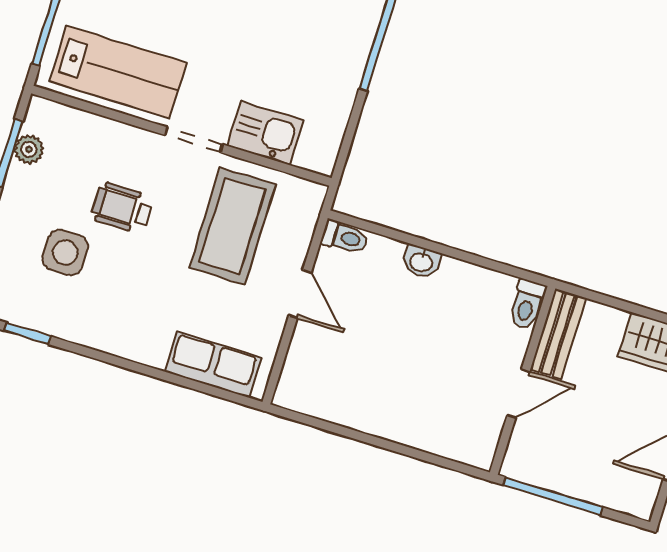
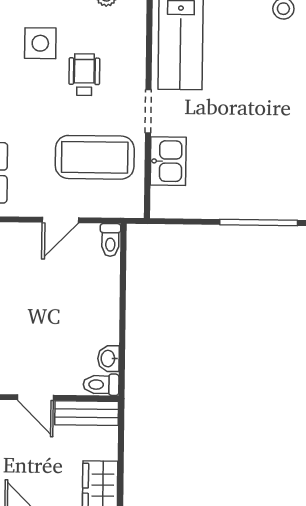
washbasin: (421, 262) -> (108, 359), moved

